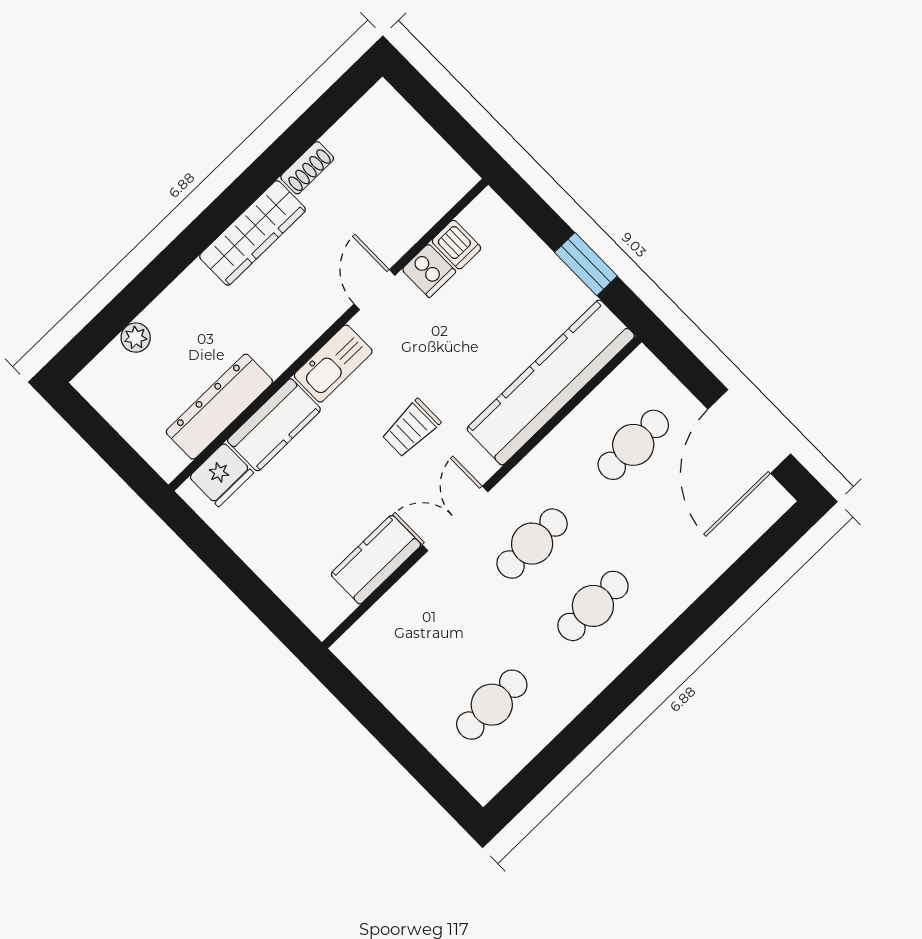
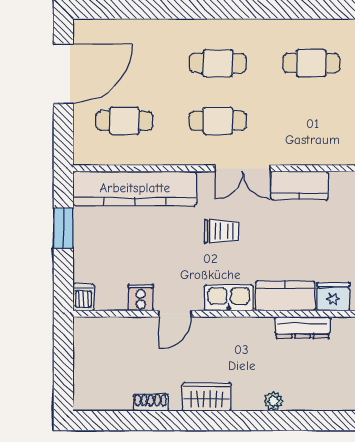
wardrobe: (252, 233) -> (207, 397), width x0.67
dishwasher: (456, 245) -> (83, 297), moved
plant: (136, 338) -> (273, 401), moved
dresser: (219, 407) -> (303, 327), width x0.73, depth x0.80

